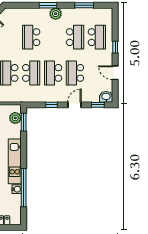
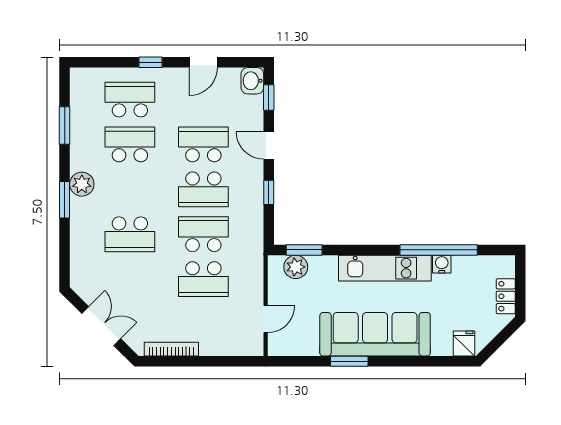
school desk: (75, 73) -> (203, 144), turned 180

